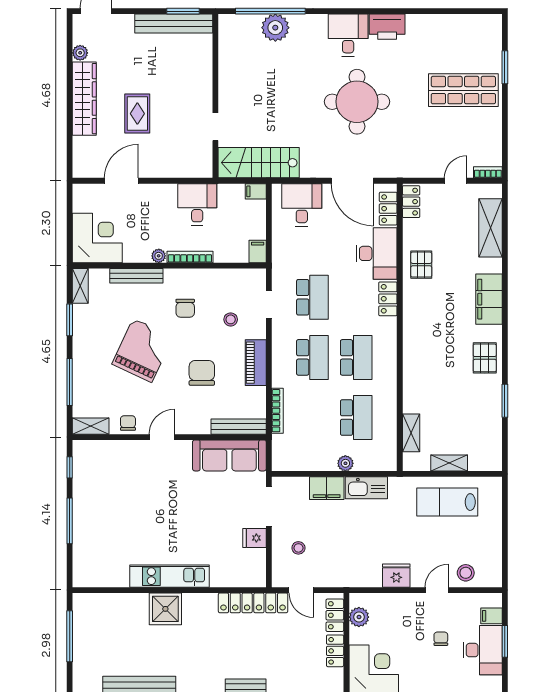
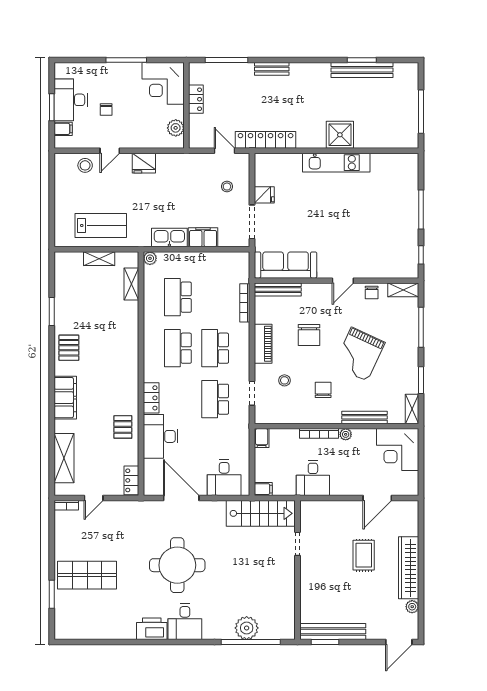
locker: (388, 209) -> (151, 474), removed
plant: (345, 463) -> (150, 258), moved
locker: (335, 615) -> (196, 129), removed

